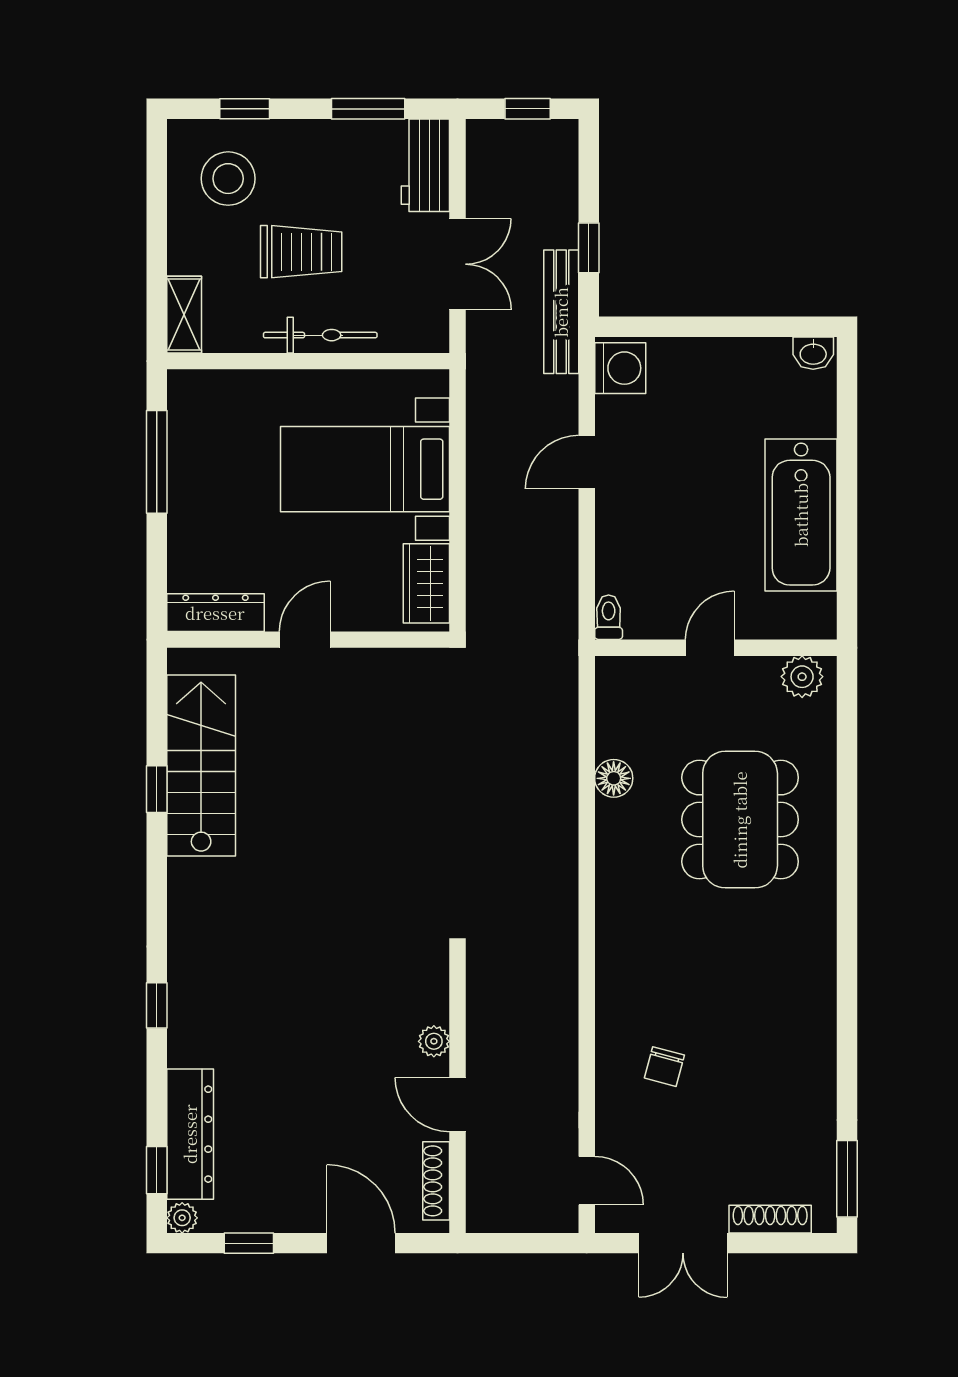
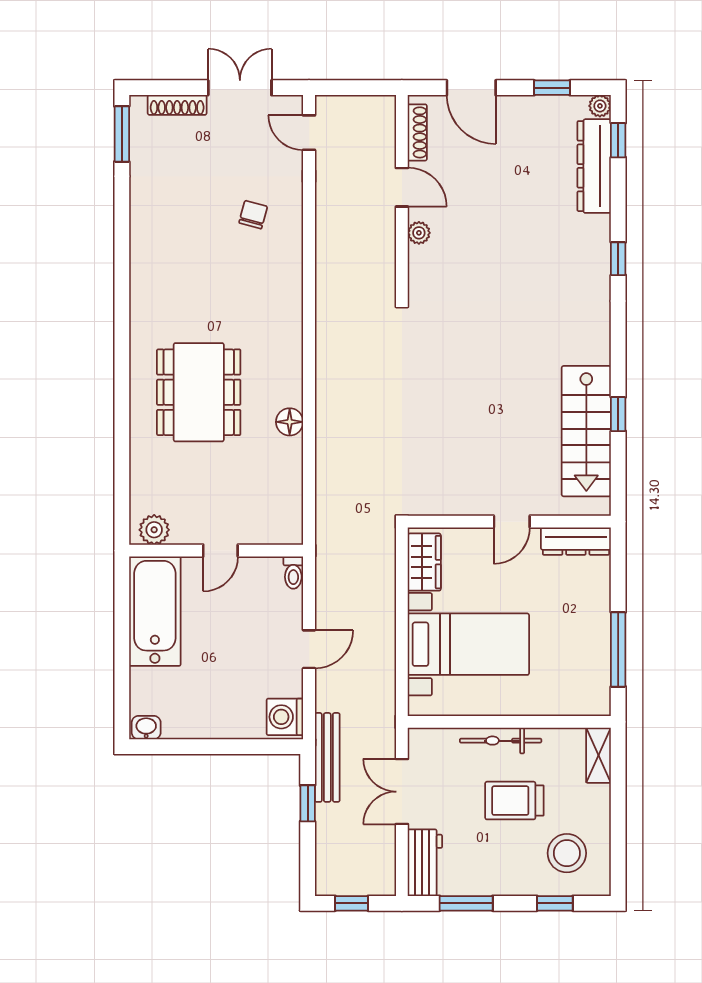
toilet: (609, 617) -> (293, 573), moved
door: (710, 648) -> (220, 551), moved
wall: (716, 648) -> (216, 551), moved
plant: (802, 677) -> (154, 530), moved

